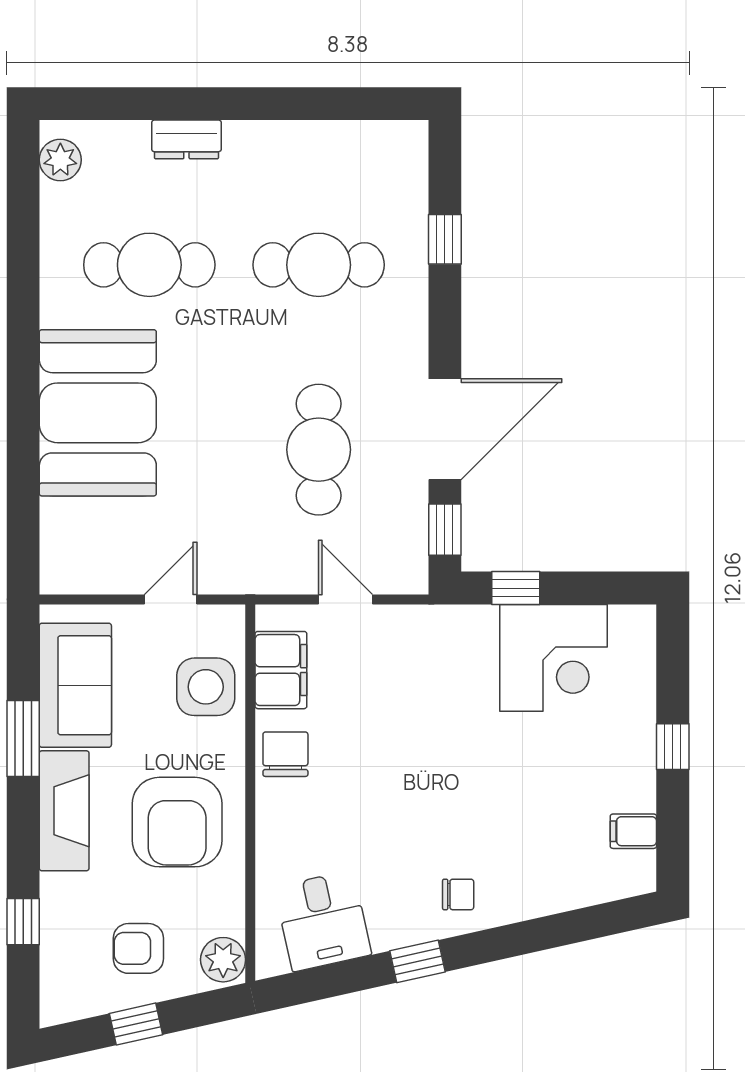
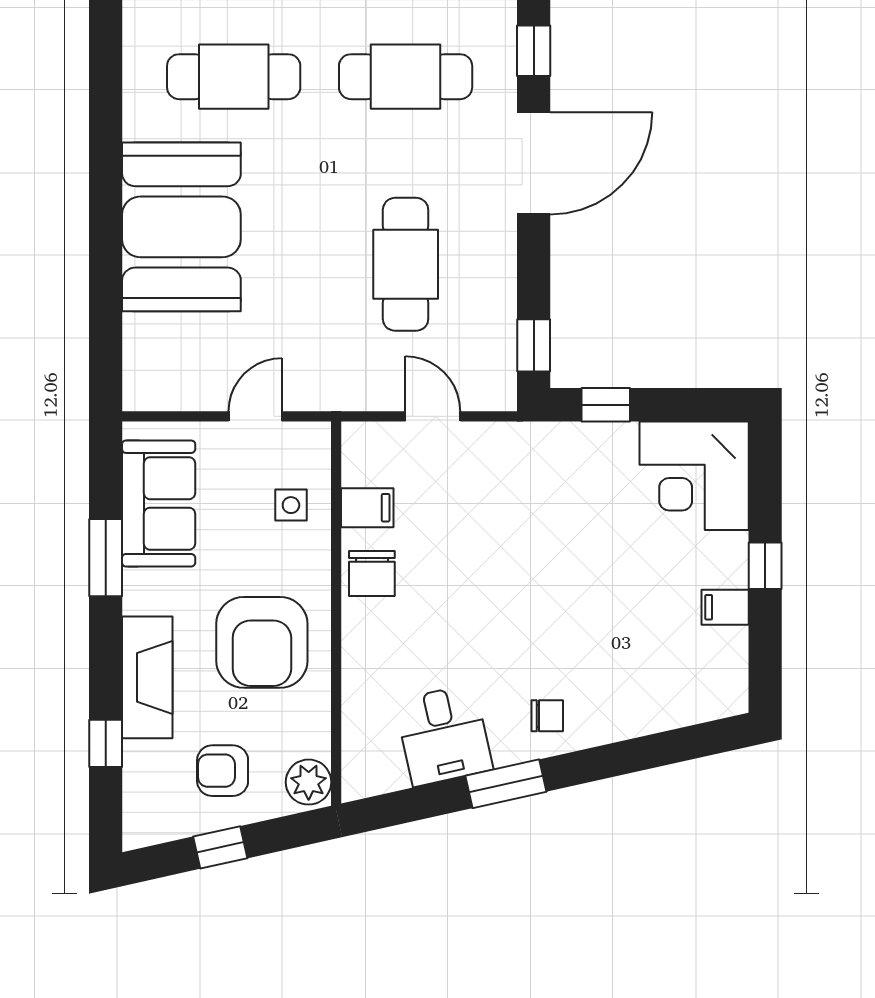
door: (445, 429) -> (534, 163), moved
corner desk: (554, 658) -> (694, 476), moved, turned 90
filing cabinet: (281, 670) -> (367, 508), width x0.50
side table: (206, 687) -> (291, 505), width x0.54, depth x0.54
chair: (285, 754) -> (372, 573), turned 180
fireplace: (64, 811) -> (147, 677), moved
filing cabinet: (633, 831) -> (725, 607), moved
desk: (323, 921) -> (444, 735), moved
window: (417, 961) -> (506, 784), width x1.50

